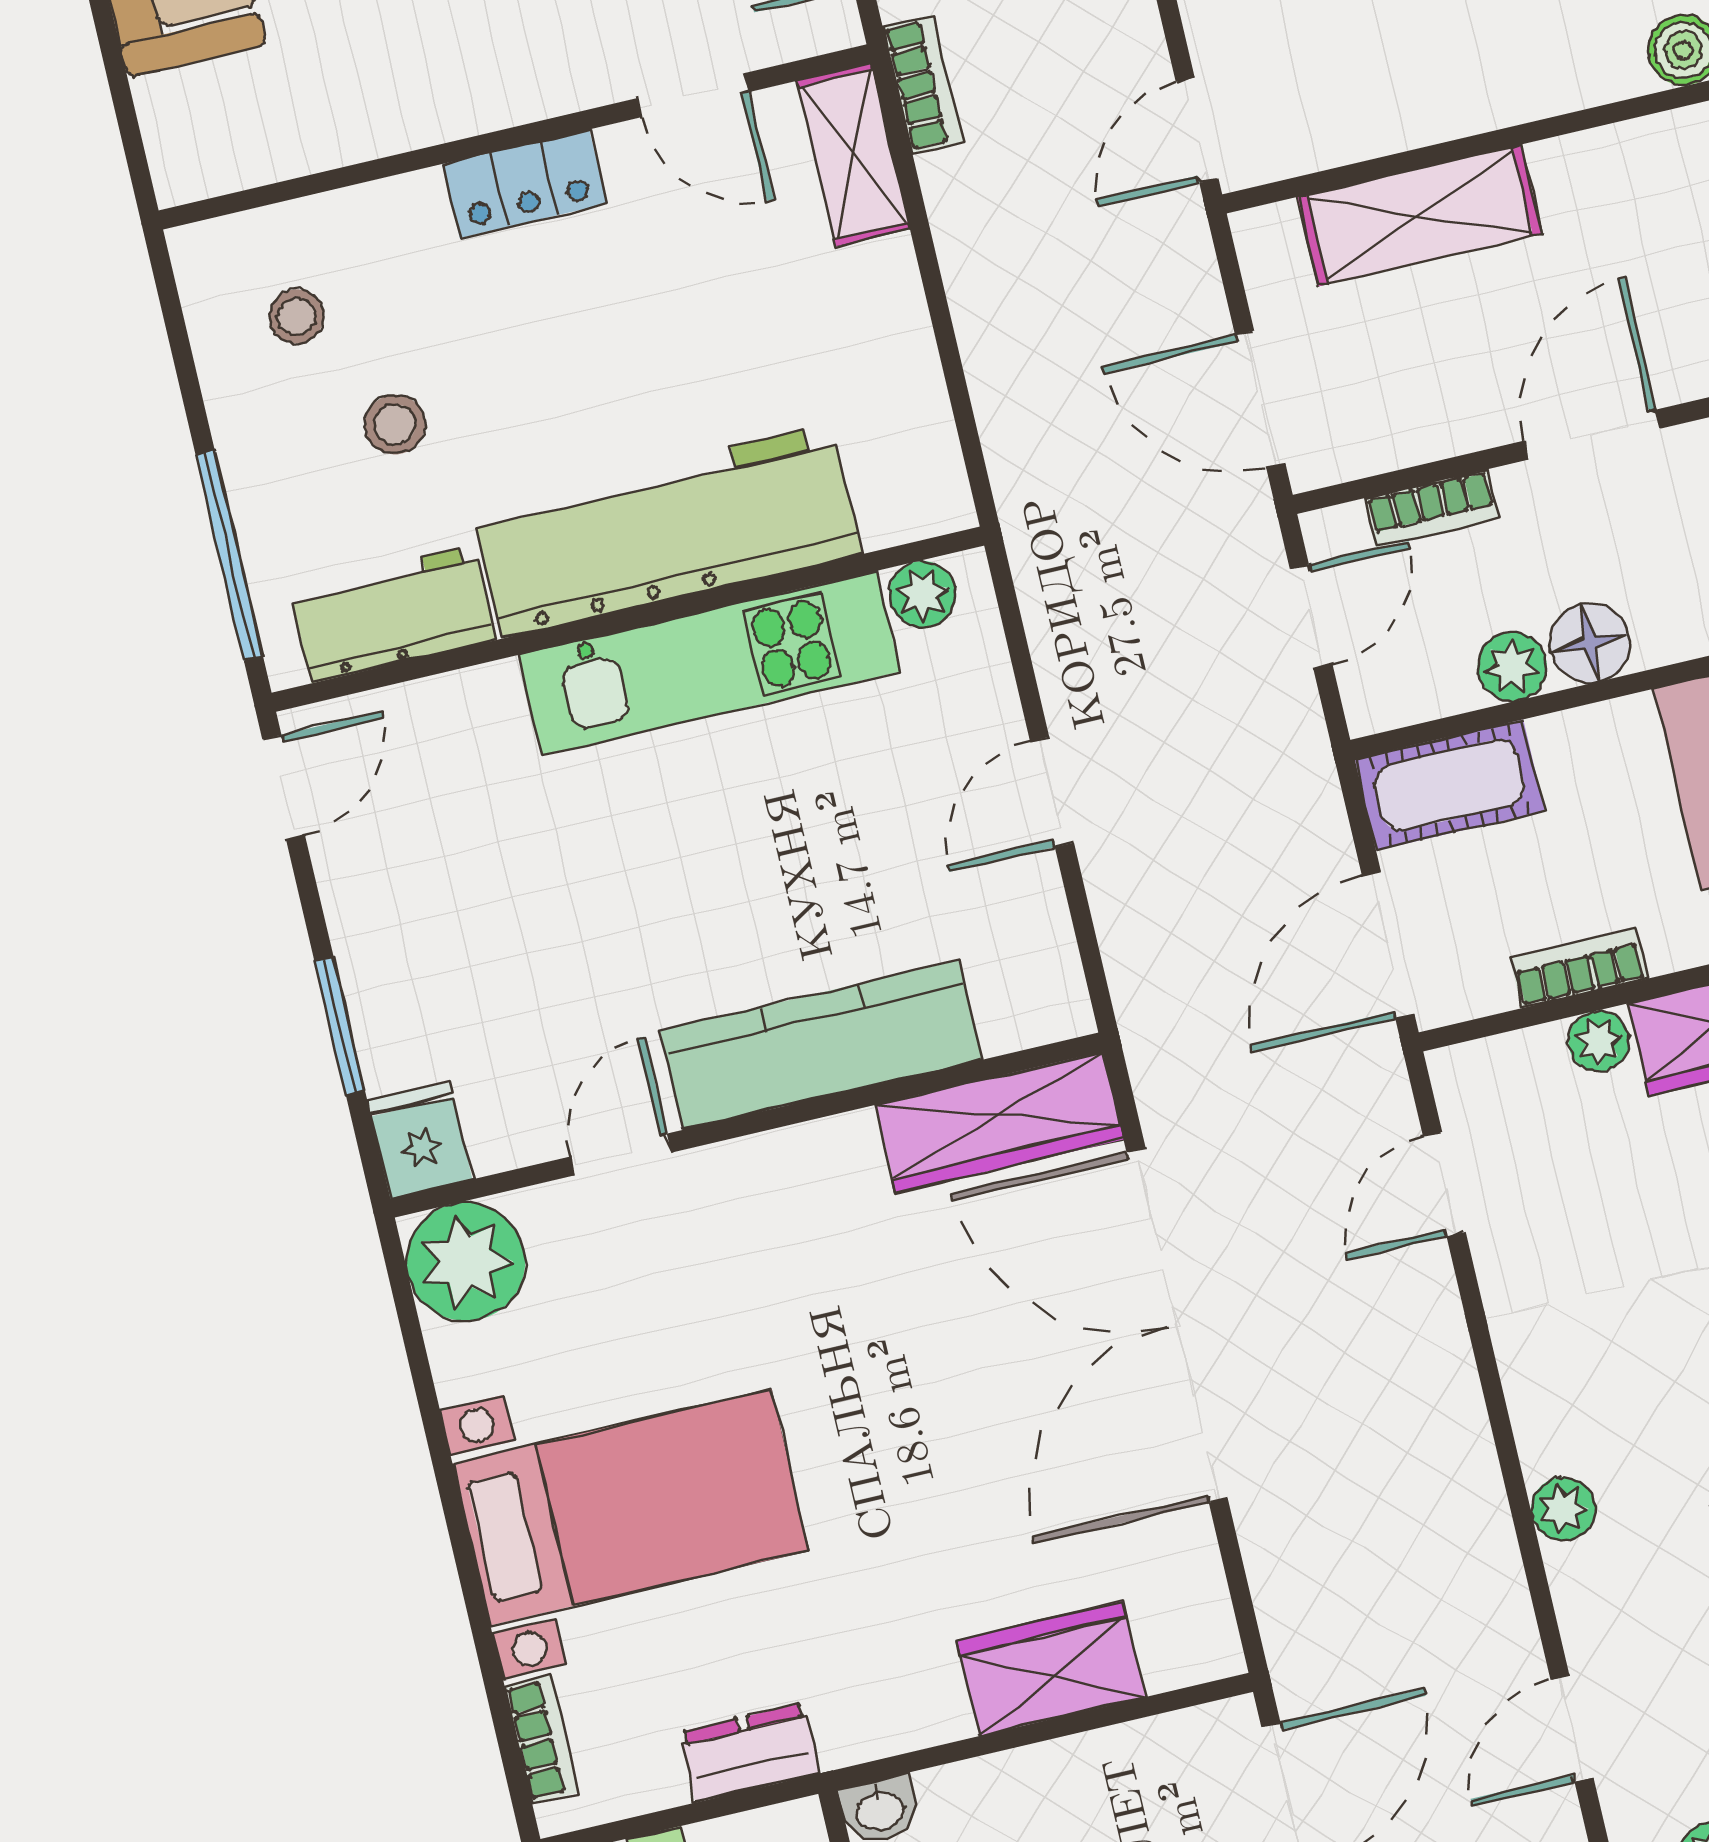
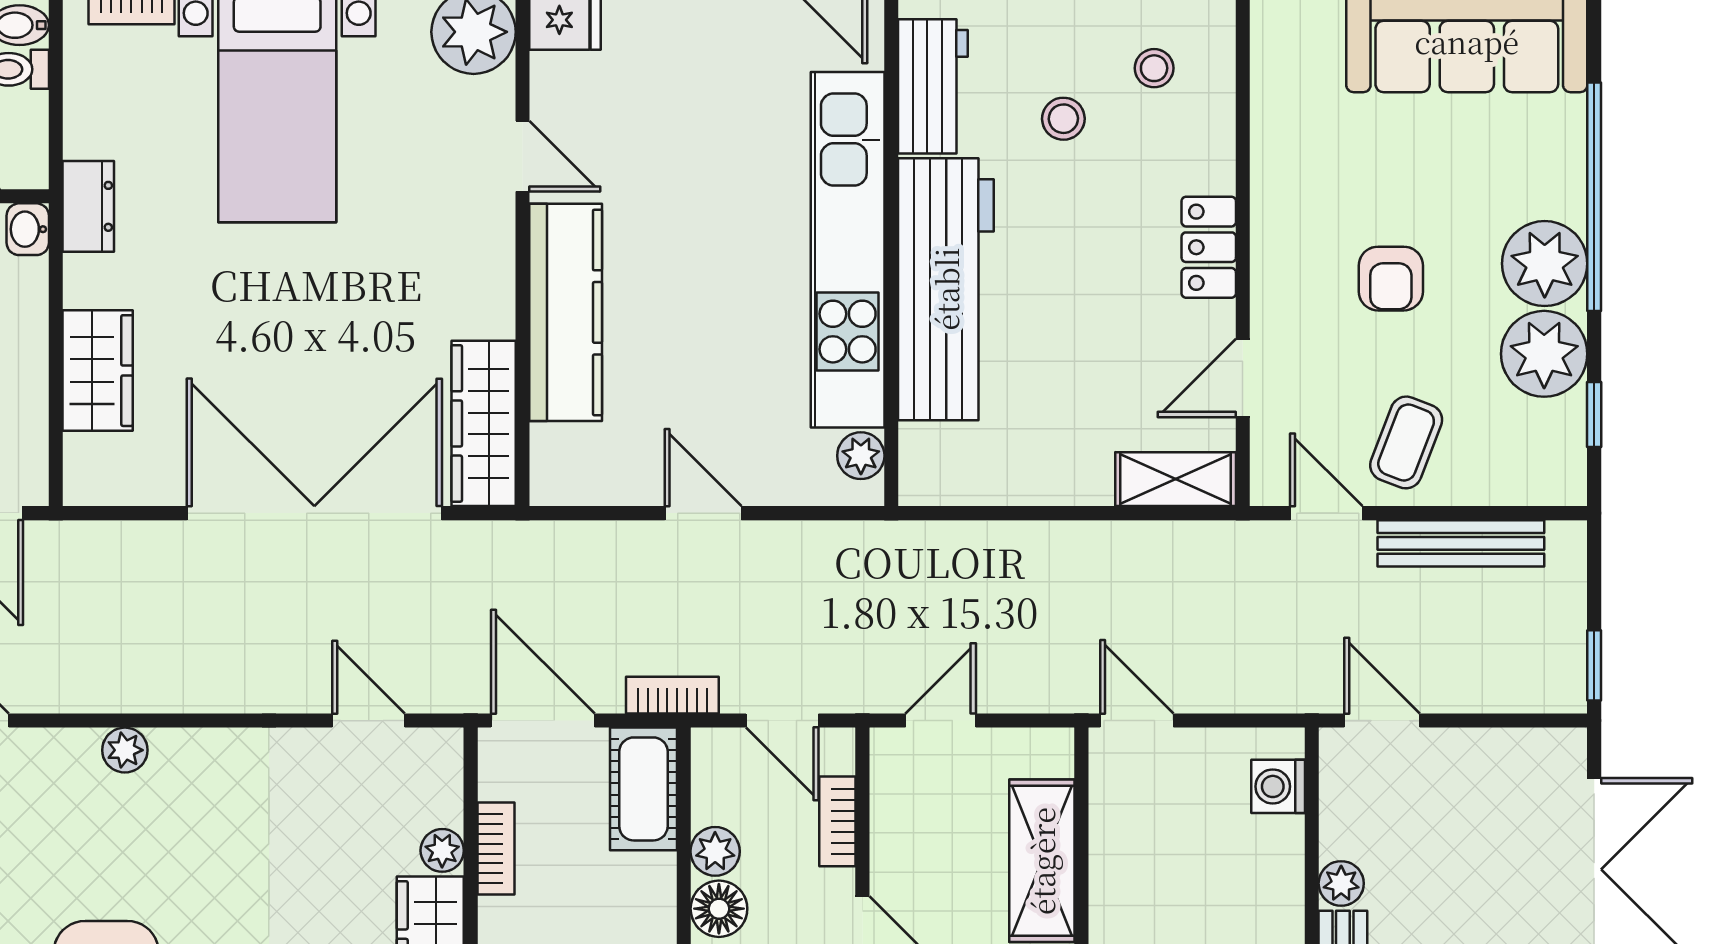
bookcase: (923, 84) -> (672, 695), moved, turned 180
door: (1260, 399) -> (941, 721), width x0.73
kitchen unit: (709, 663) -> (848, 250), width x1.36
dresser: (750, 1753) -> (88, 206), moved

